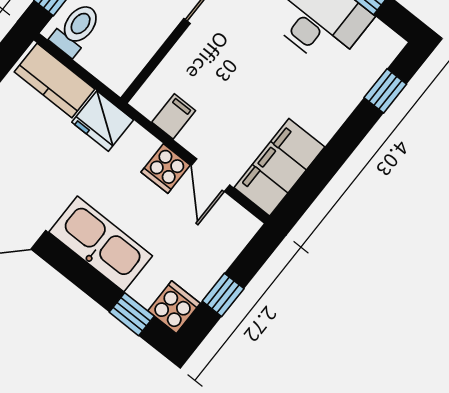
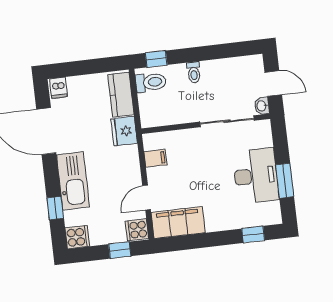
cooker: (166, 169) -> (137, 230), moved
window: (223, 295) -> (120, 250), moved
window: (132, 314) -> (55, 208), moved

